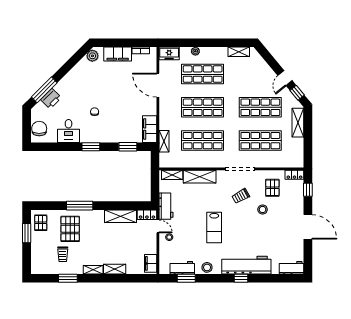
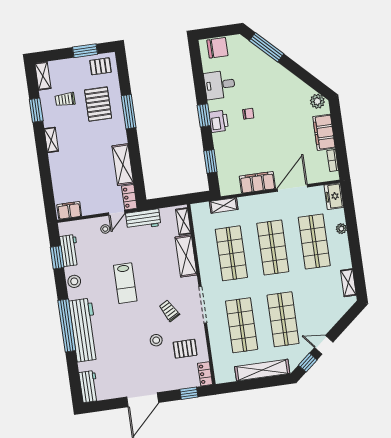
printer: (51, 99) -> (219, 121), moved, turned -135
shelving: (298, 123) -> (262, 370), width x1.47
filing cabinet: (150, 129) -> (257, 182), moved
lab bench: (214, 228) -> (125, 283), turned -90
pallet: (70, 229) -> (98, 104), turned 90
shelving: (115, 269) -> (43, 76), moved
window: (241, 278) -> (67, 326), width x3.17

